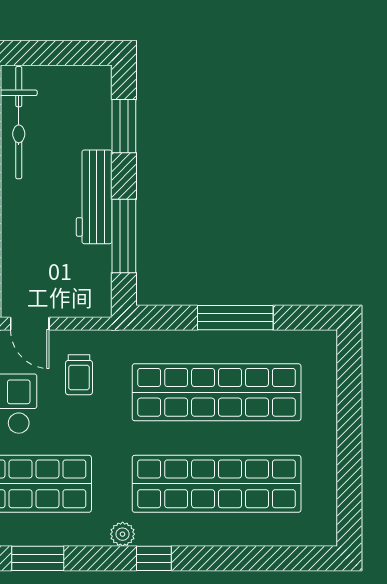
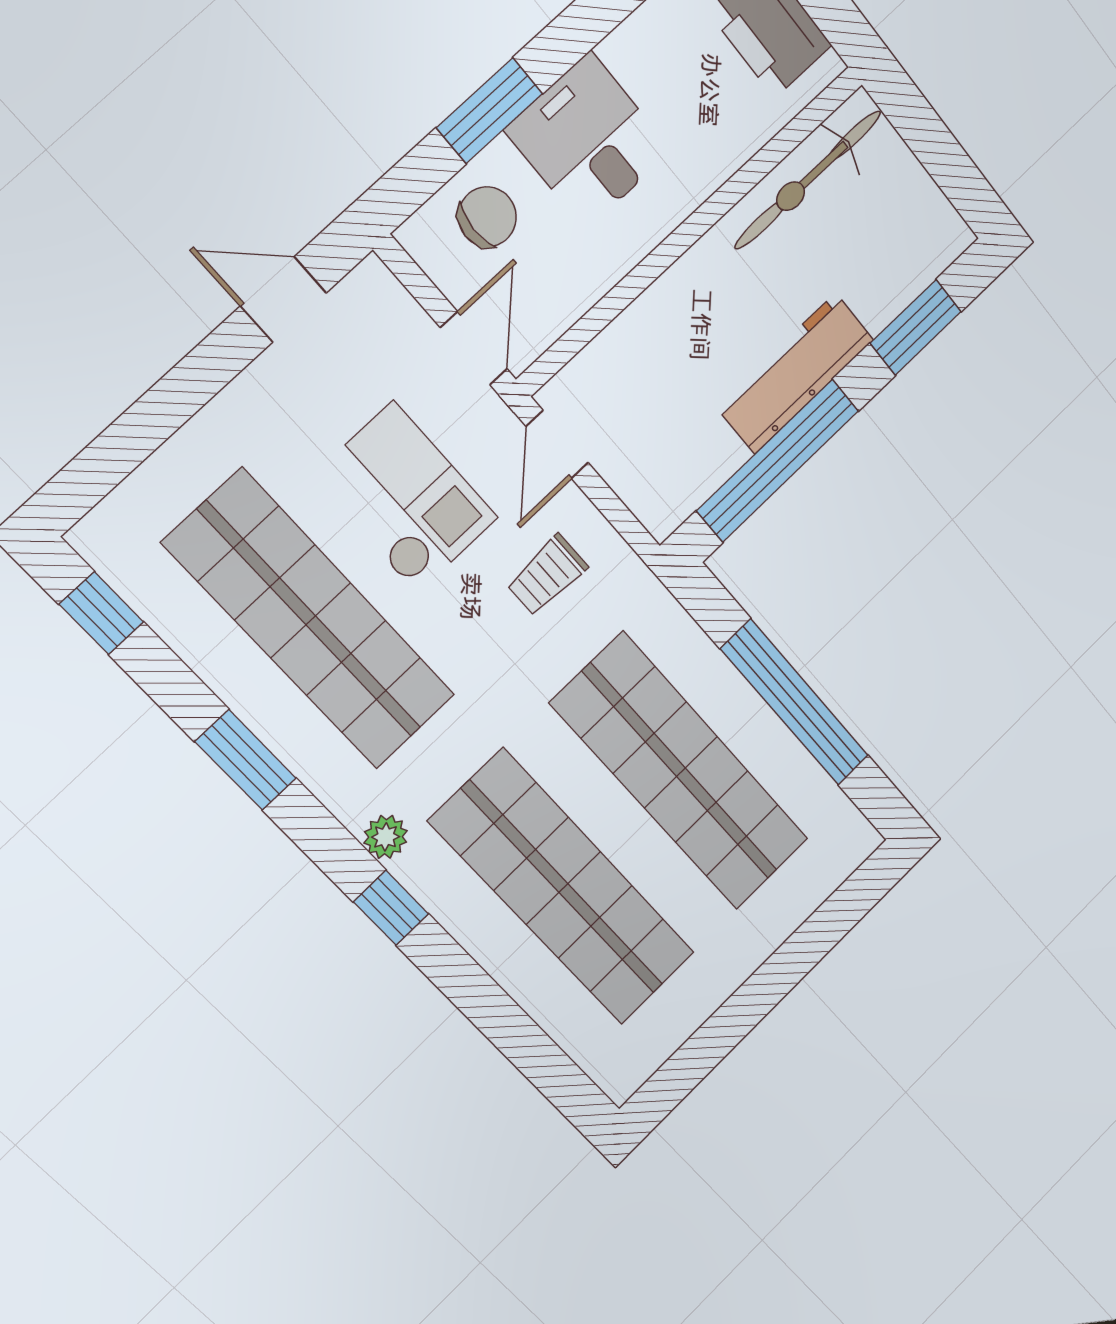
window: (124, 236) -> (778, 461), width x1.46
window: (235, 318) -> (795, 703), width x1.46

